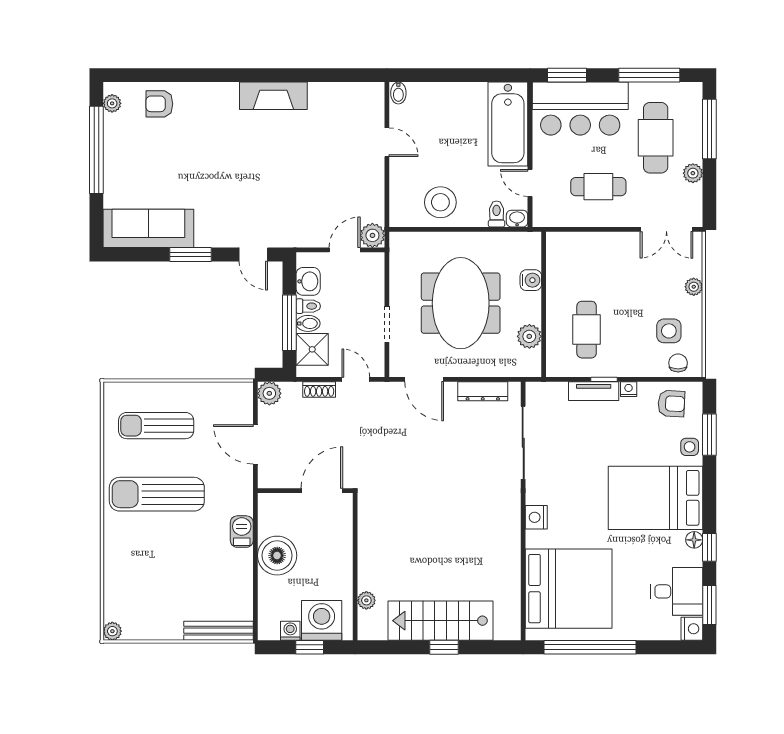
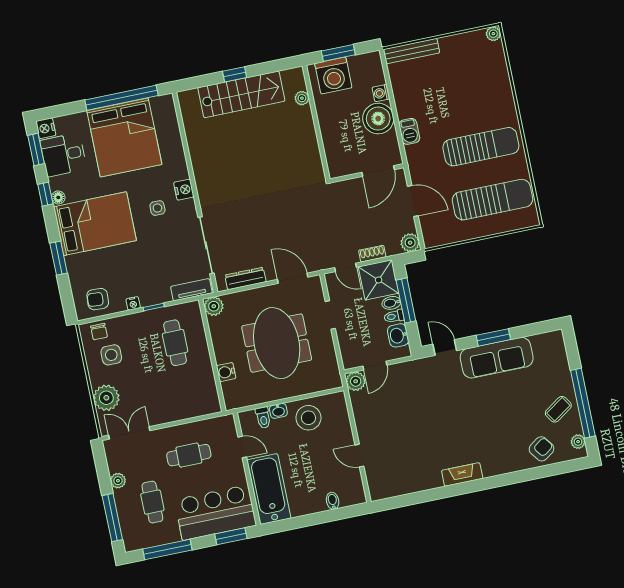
bidet: (398, 93) -> (333, 501), moved
fireplace: (273, 96) -> (462, 474), width x0.73, depth x0.76
armchair: (159, 104) -> (542, 449), turned -36
cafe table: (656, 138) -> (152, 502), width x0.73, depth x0.74
coffee table: (128, 149) -> (558, 409), added
washbasin: (517, 219) -> (278, 411), moved
sofa: (148, 228) -> (497, 358), moved
plant: (694, 287) -> (106, 398), width x1.87, depth x1.87
plant: (529, 336) -> (214, 306), moved
shower: (312, 349) -> (379, 280), width x1.36, depth x1.36
tv unit: (594, 391) -> (191, 290), moved
sun lounger: (156, 426) -> (492, 200), width x1.36, depth x1.34
window: (709, 435) -> (59, 258), moved
side table: (690, 447) -> (157, 208), moved
door: (322, 491) -> (378, 171), moved
bed: (569, 589) -> (124, 137), moved, turned -90
washing machine: (290, 631) -> (381, 93), moved, turned 90
window: (310, 647) -> (338, 53), width x1.50

